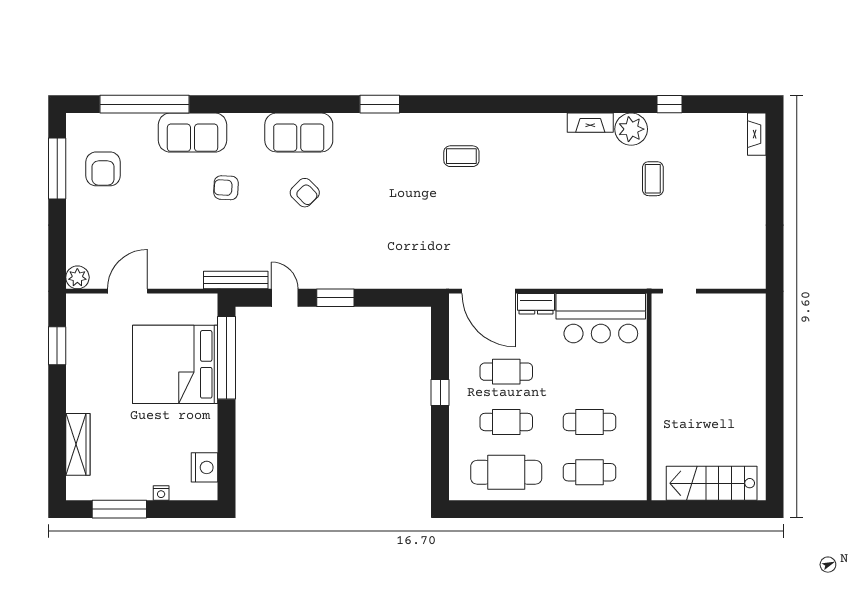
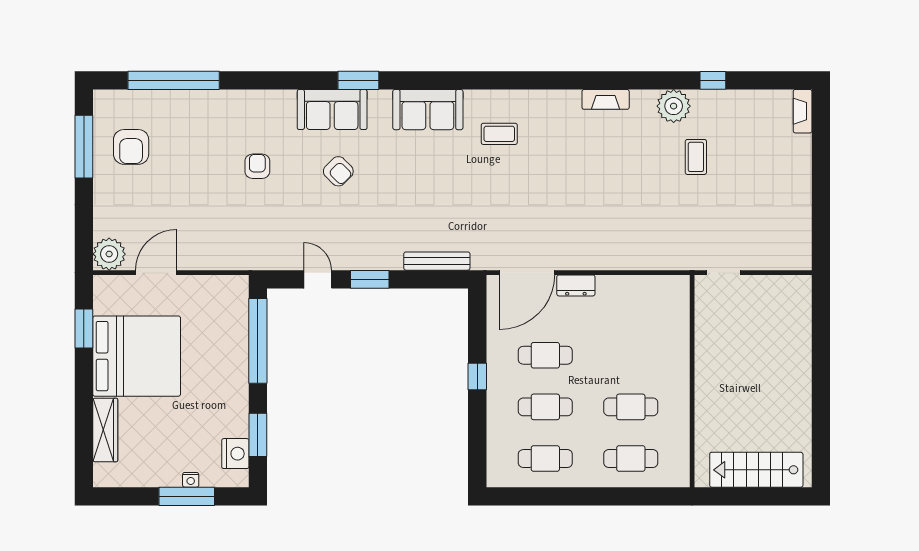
window: (380, 104) -> (358, 80), moved
fireplace: (590, 123) -> (606, 99), moved
sofa: (193, 133) -> (428, 110), moved
armchair: (226, 188) -> (257, 166), turned 87
plant: (77, 277) -> (109, 254), width x1.36, depth x1.36
bench: (236, 280) -> (437, 261), moved
door: (489, 291) -> (527, 273), hinge flipped
bar counter: (601, 318) -> (642, 300), removed
bed: (175, 364) -> (137, 356), moved, turned 180
window: (227, 449) -> (258, 435), added
cafe table: (506, 472) -> (545, 459), width x0.73, depth x0.74
window: (119, 509) -> (187, 496), moved

